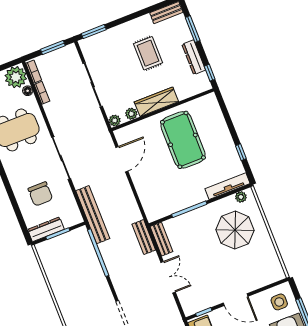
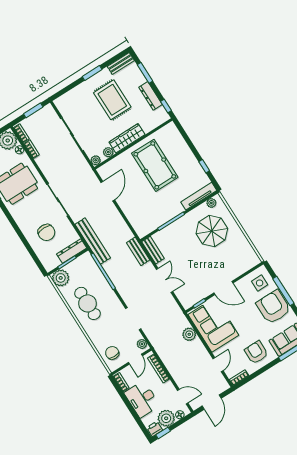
window: (94, 32) -> (92, 73), moved
rug: (148, 53) -> (112, 100), width x1.36, depth x1.43
dresser: (46, 229) -> (72, 251), moved
plant: (47, 251) -> (61, 278), added
cafe table: (72, 287) -> (87, 303), added

